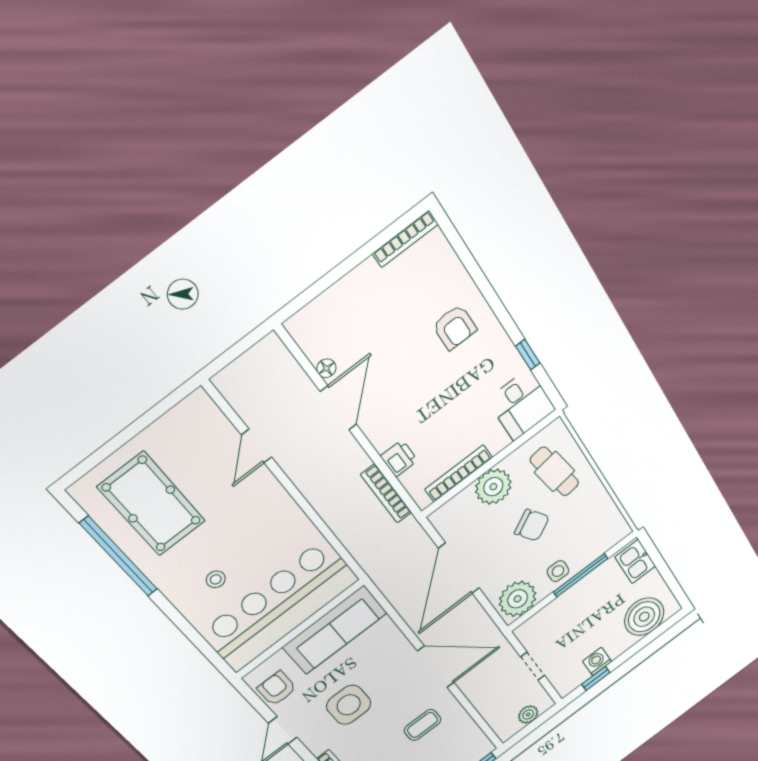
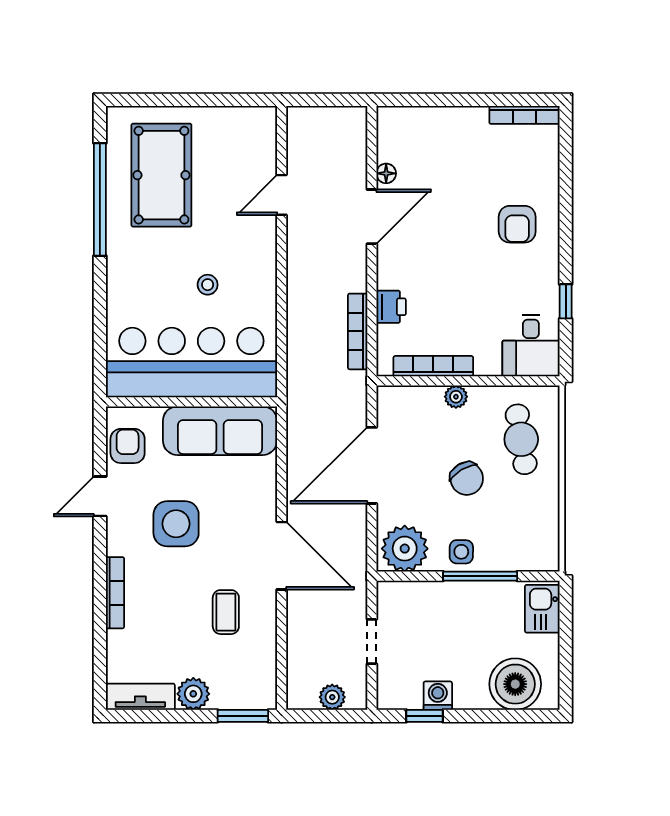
plant: (493, 487) -> (456, 397), width x0.53, depth x0.53
stool: (216, 579) -> (208, 285), moved
coffee table: (422, 725) -> (226, 612), turned 90

